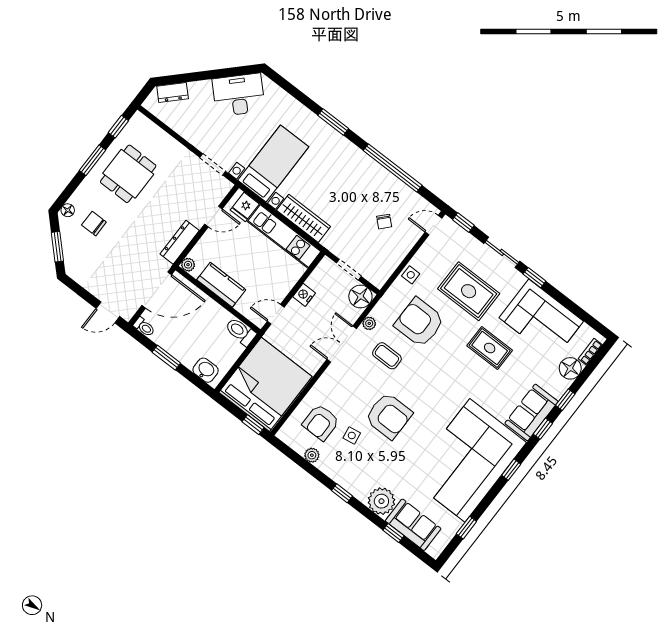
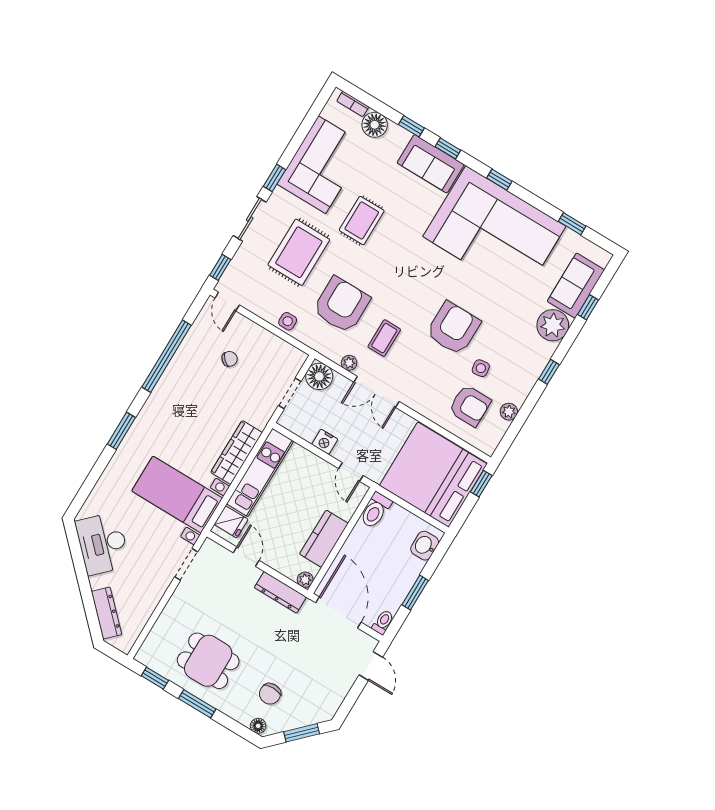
dresser: (173, 92) -> (106, 613), width x1.44
armchair: (419, 322) -> (341, 305), turned 180

